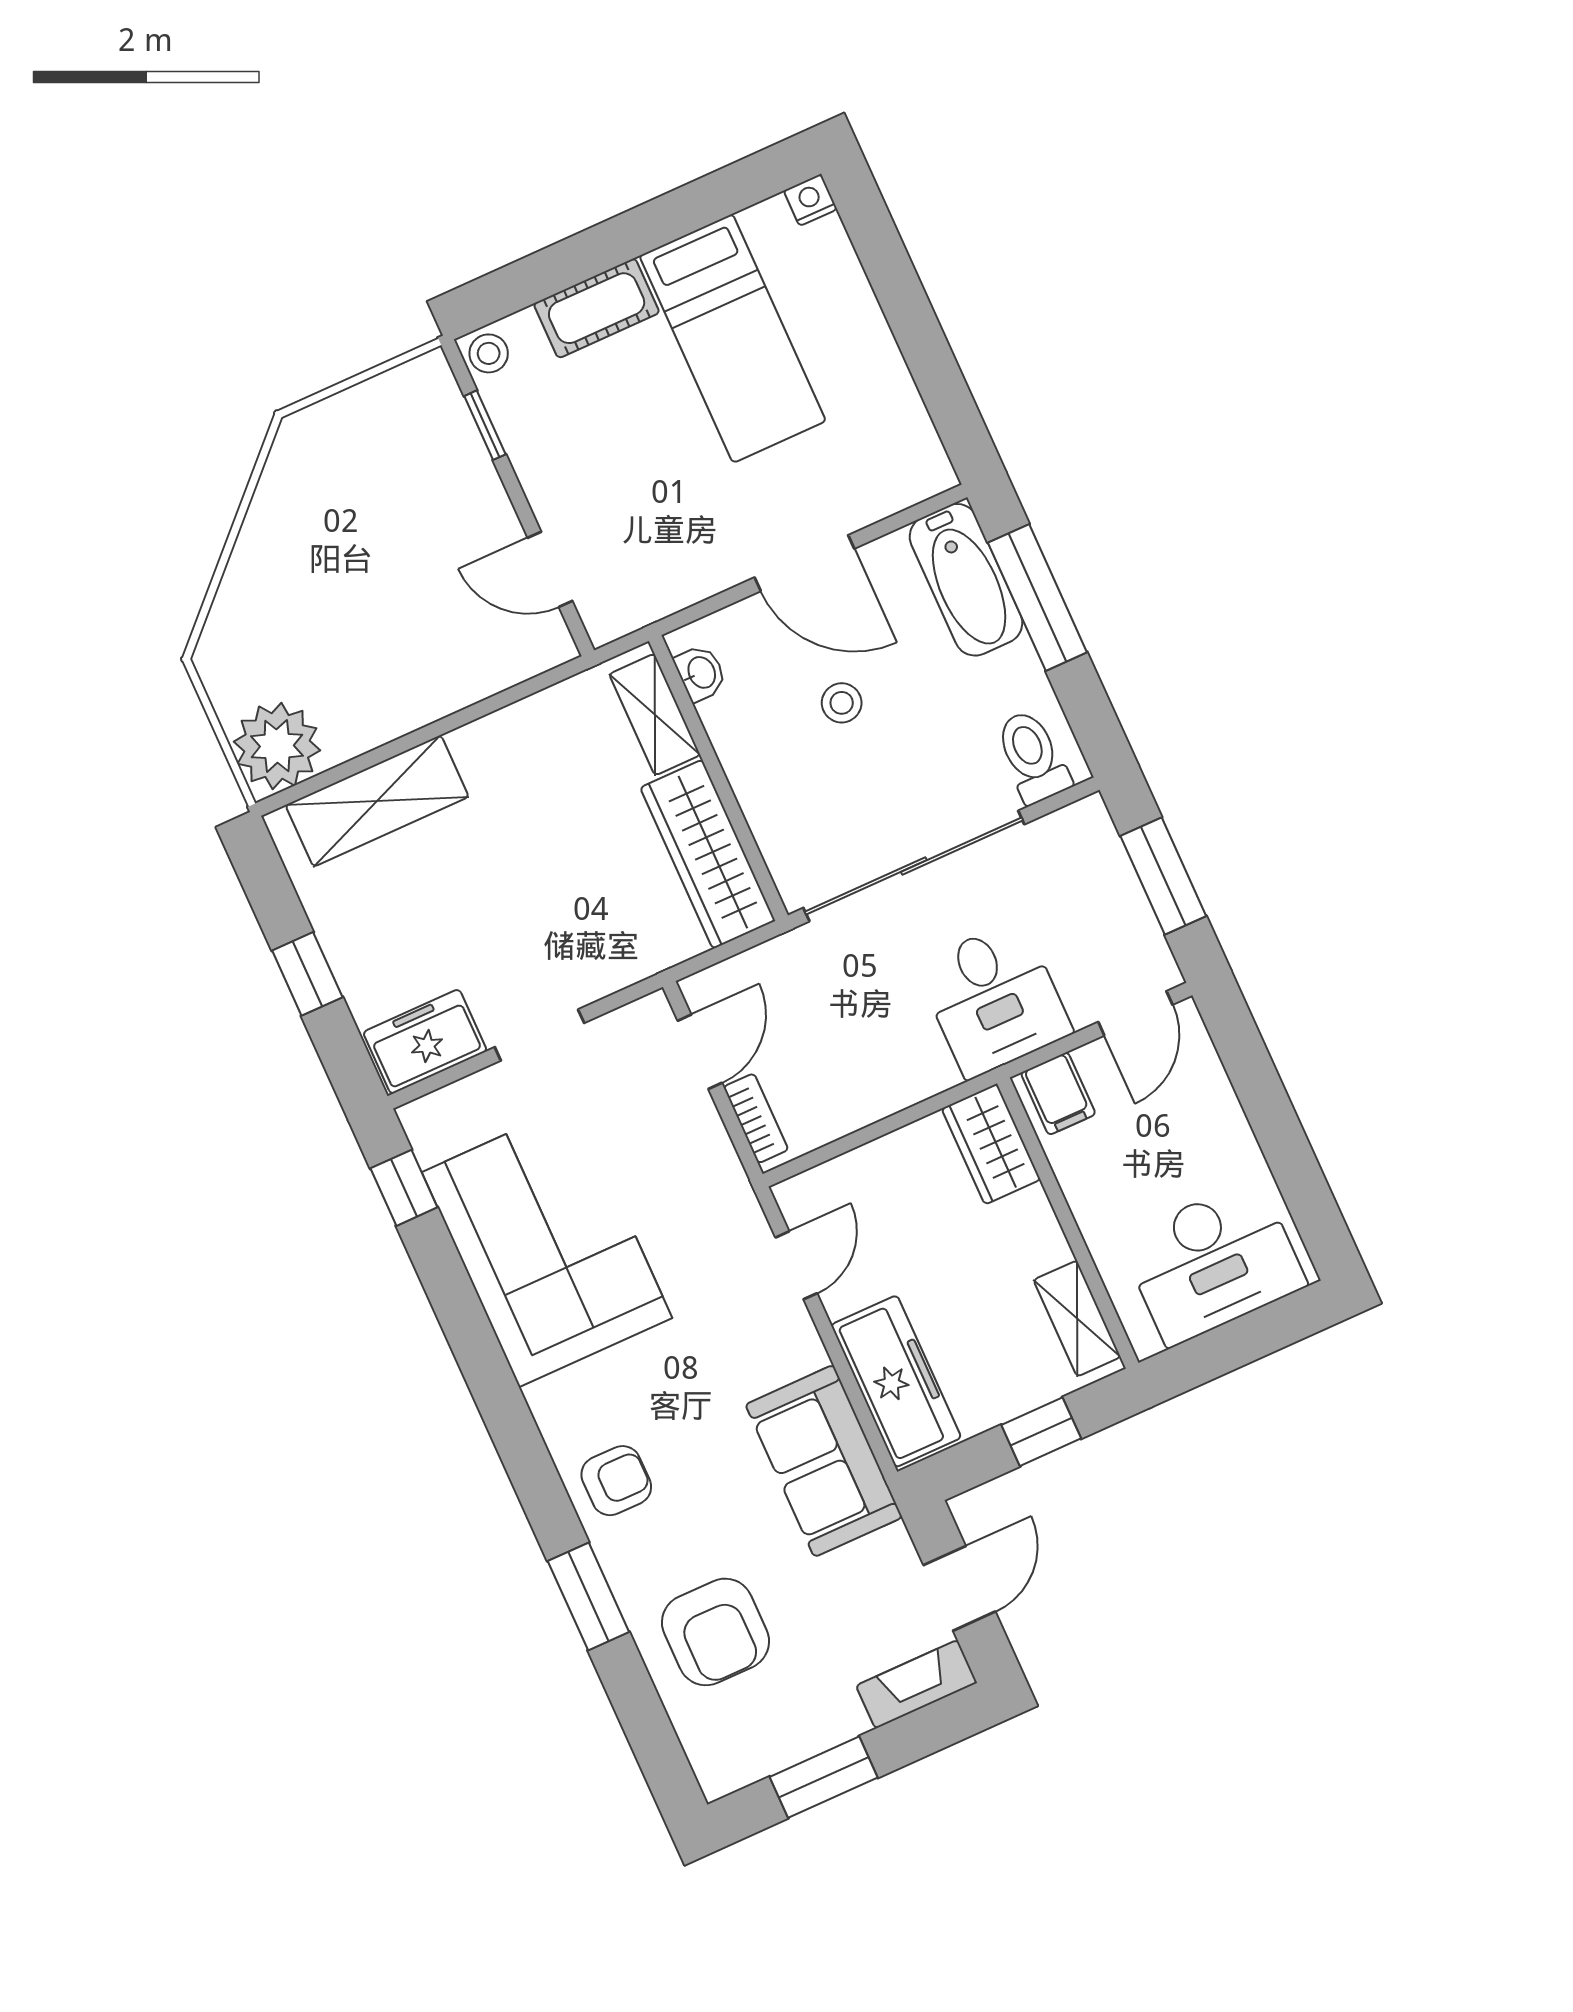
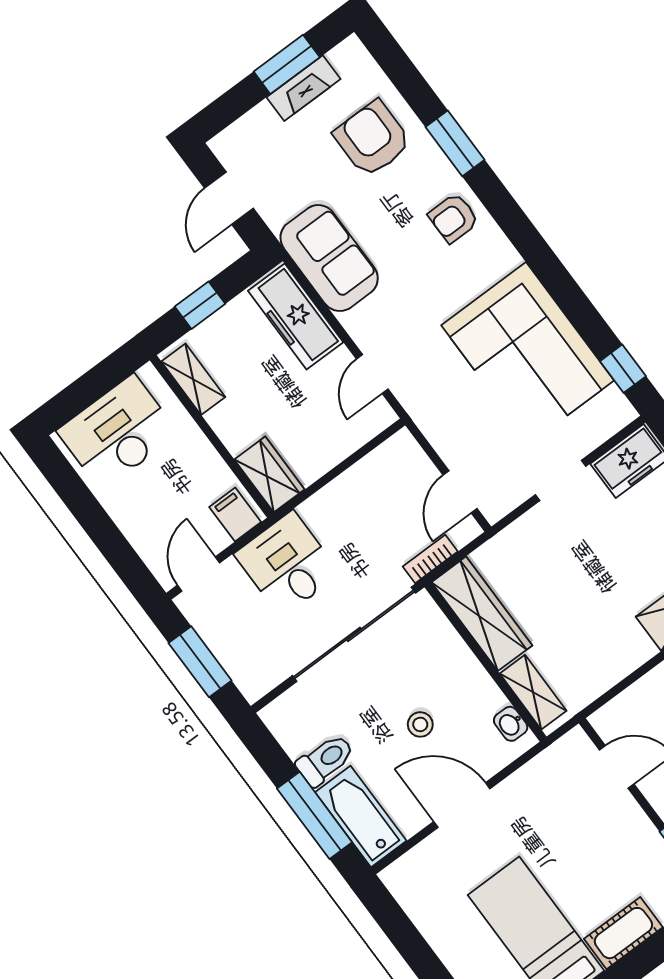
toilet: (1032, 757) -> (325, 760), moved, turned -90
bookcase: (756, 1118) -> (430, 559), moved, turned 90
fireplace: (917, 1684) -> (304, 88), moved

